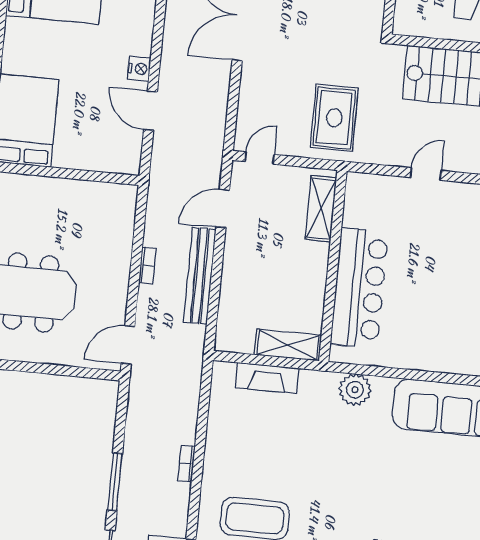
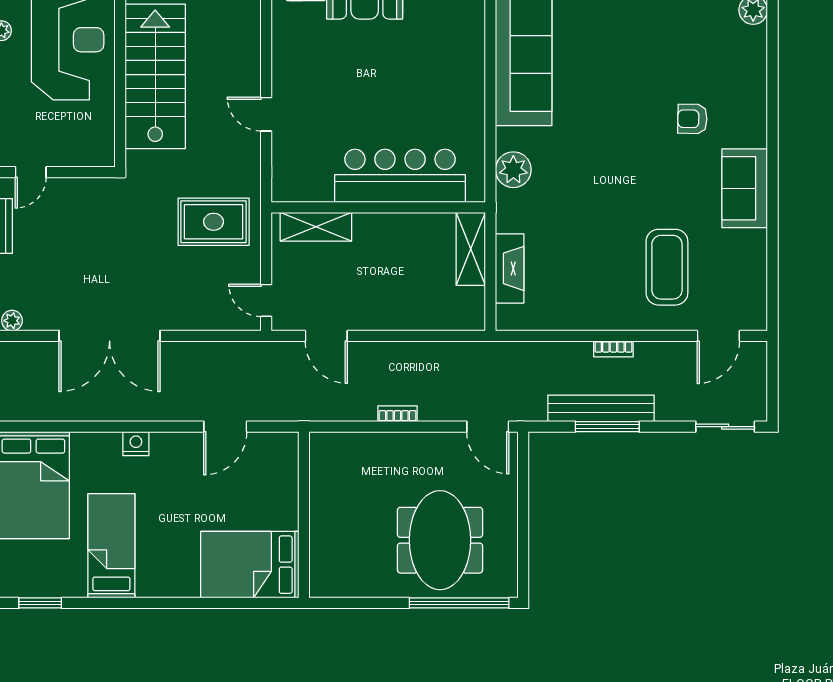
nightstand: (139, 69) -> (136, 444), moved
bench: (200, 276) -> (601, 408), moved
window: (115, 482) -> (607, 427), moved

